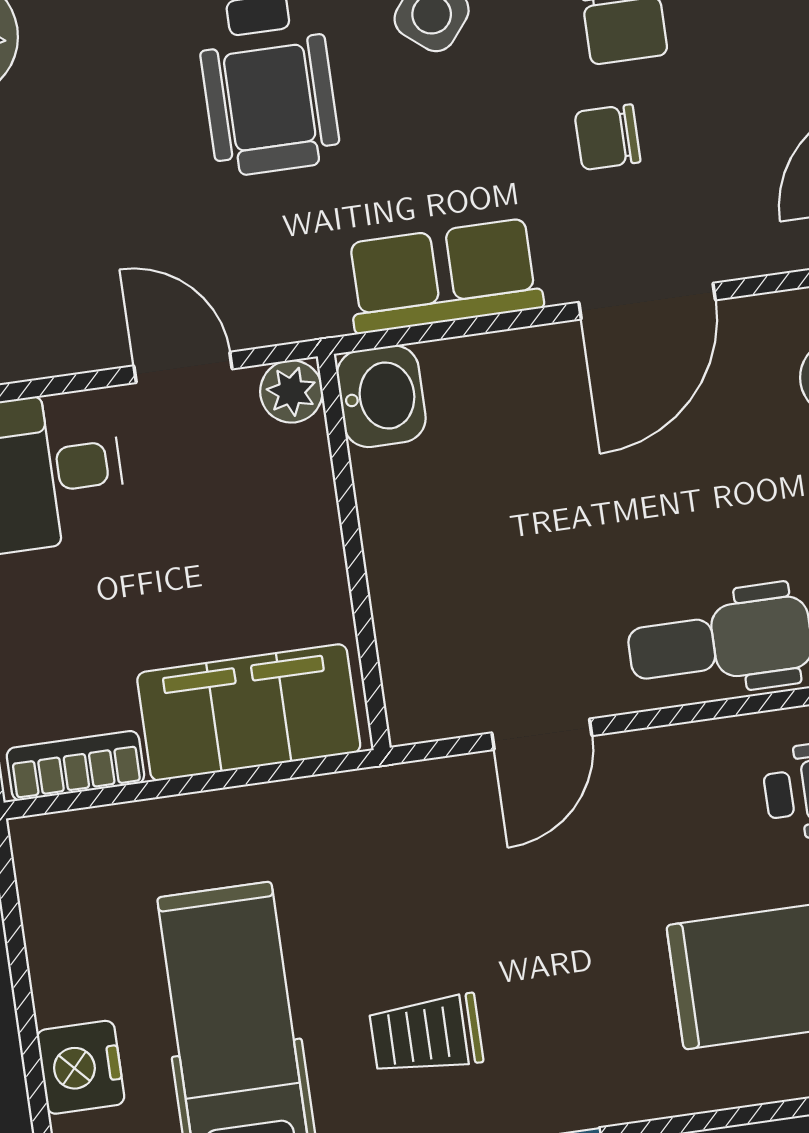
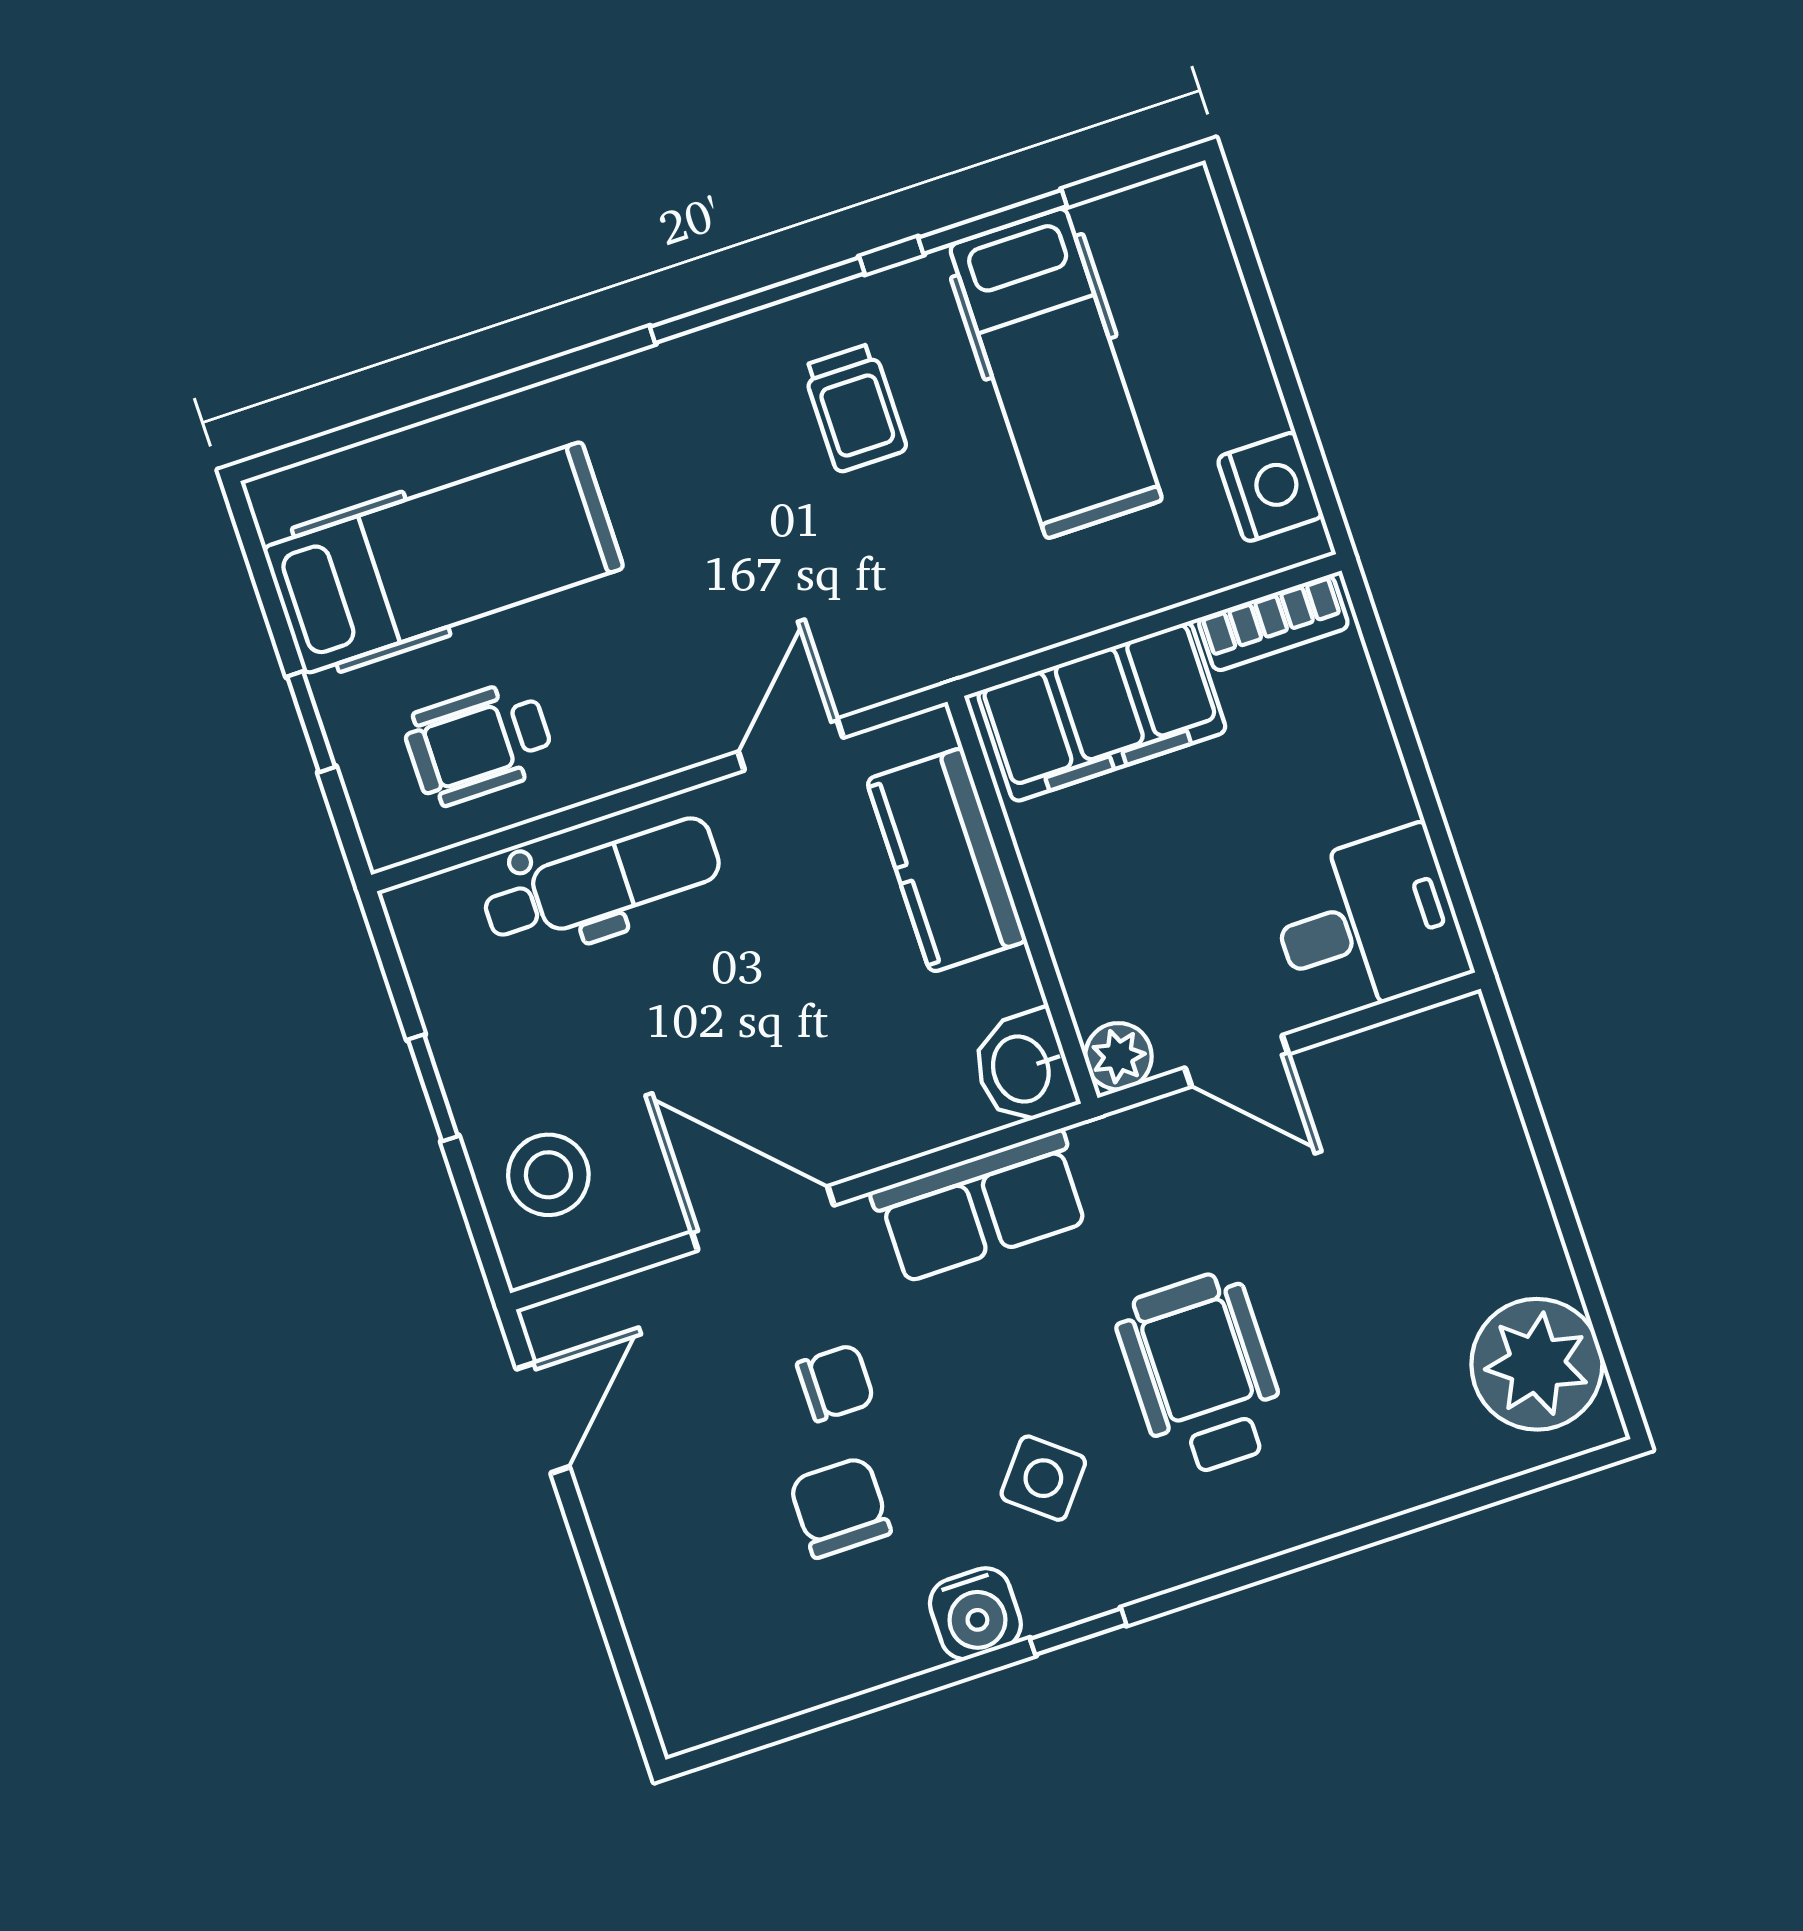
door: (647, 301) -> (763, 1218), hinge flipped
kitchen counter: (417, 601) -> (947, 860), added
trolley: (426, 1035) -> (855, 408), turned 90
nightstand: (81, 1067) -> (1270, 487), moved

